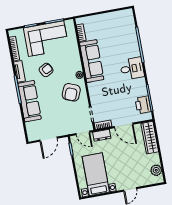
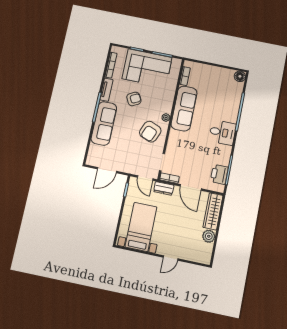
floor lamp: (128, 14) -> (240, 76), added
plant: (156, 170) -> (209, 236), moved

